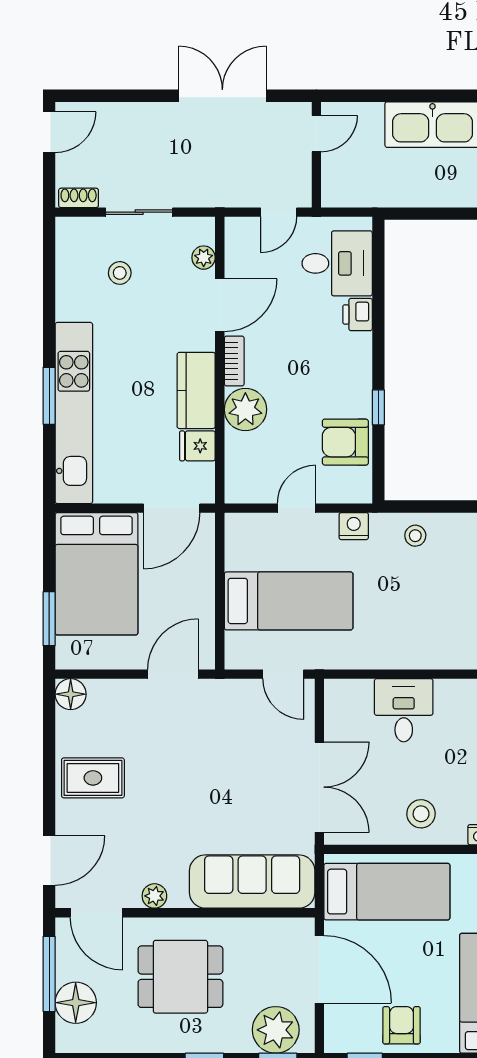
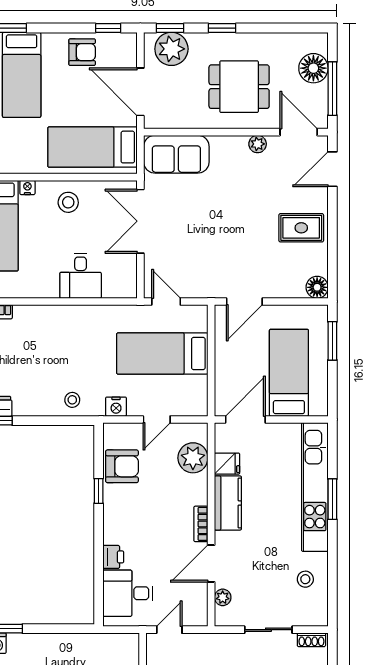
stool: (120, 273) -> (305, 579), moved
plant: (245, 409) -> (193, 458), moved
bed: (97, 574) -> (289, 373), width x0.67
sofa: (252, 882) -> (176, 154), width x0.73
armchair: (401, 1025) -> (82, 52), turned -90

